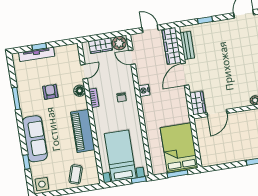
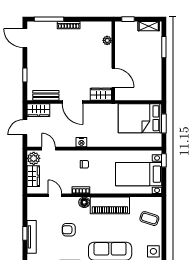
wardrobe: (171, 46) -> (38, 110), width x0.67
door: (132, 57) -> (49, 149), swing flipped
floor lamp: (80, 91) -> (84, 202), moved

